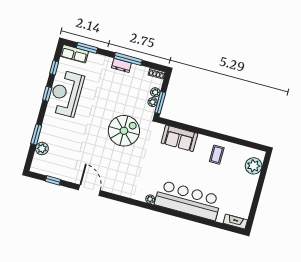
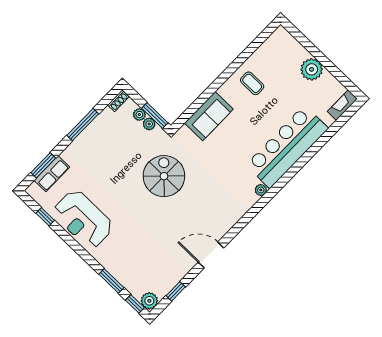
row of seats: (74, 54) -> (52, 174), moved
dresser: (121, 65) -> (86, 137), removed
window: (47, 94) -> (135, 304), moved
plant: (42, 149) -> (149, 301), moved
plant: (254, 166) -> (312, 69), moved

